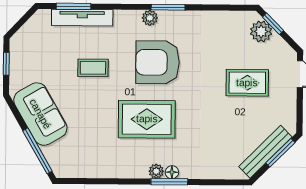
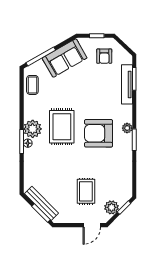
plant: (261, 31) -> (112, 207), moved
armchair: (38, 52) -> (104, 56), added
armchair: (158, 62) -> (99, 133), turned -90
coffee table: (93, 68) -> (32, 85), moved
plant: (156, 171) -> (33, 129), width x1.87, depth x1.87

